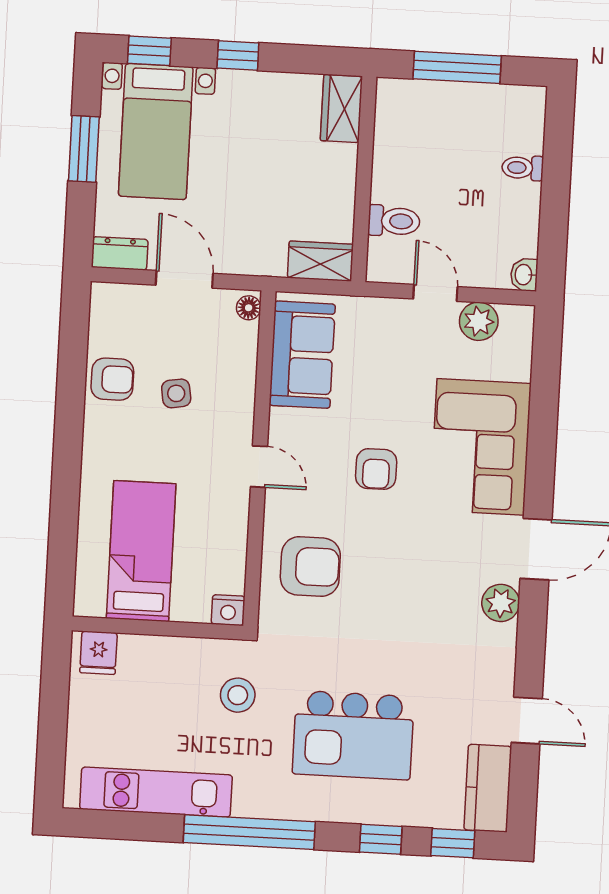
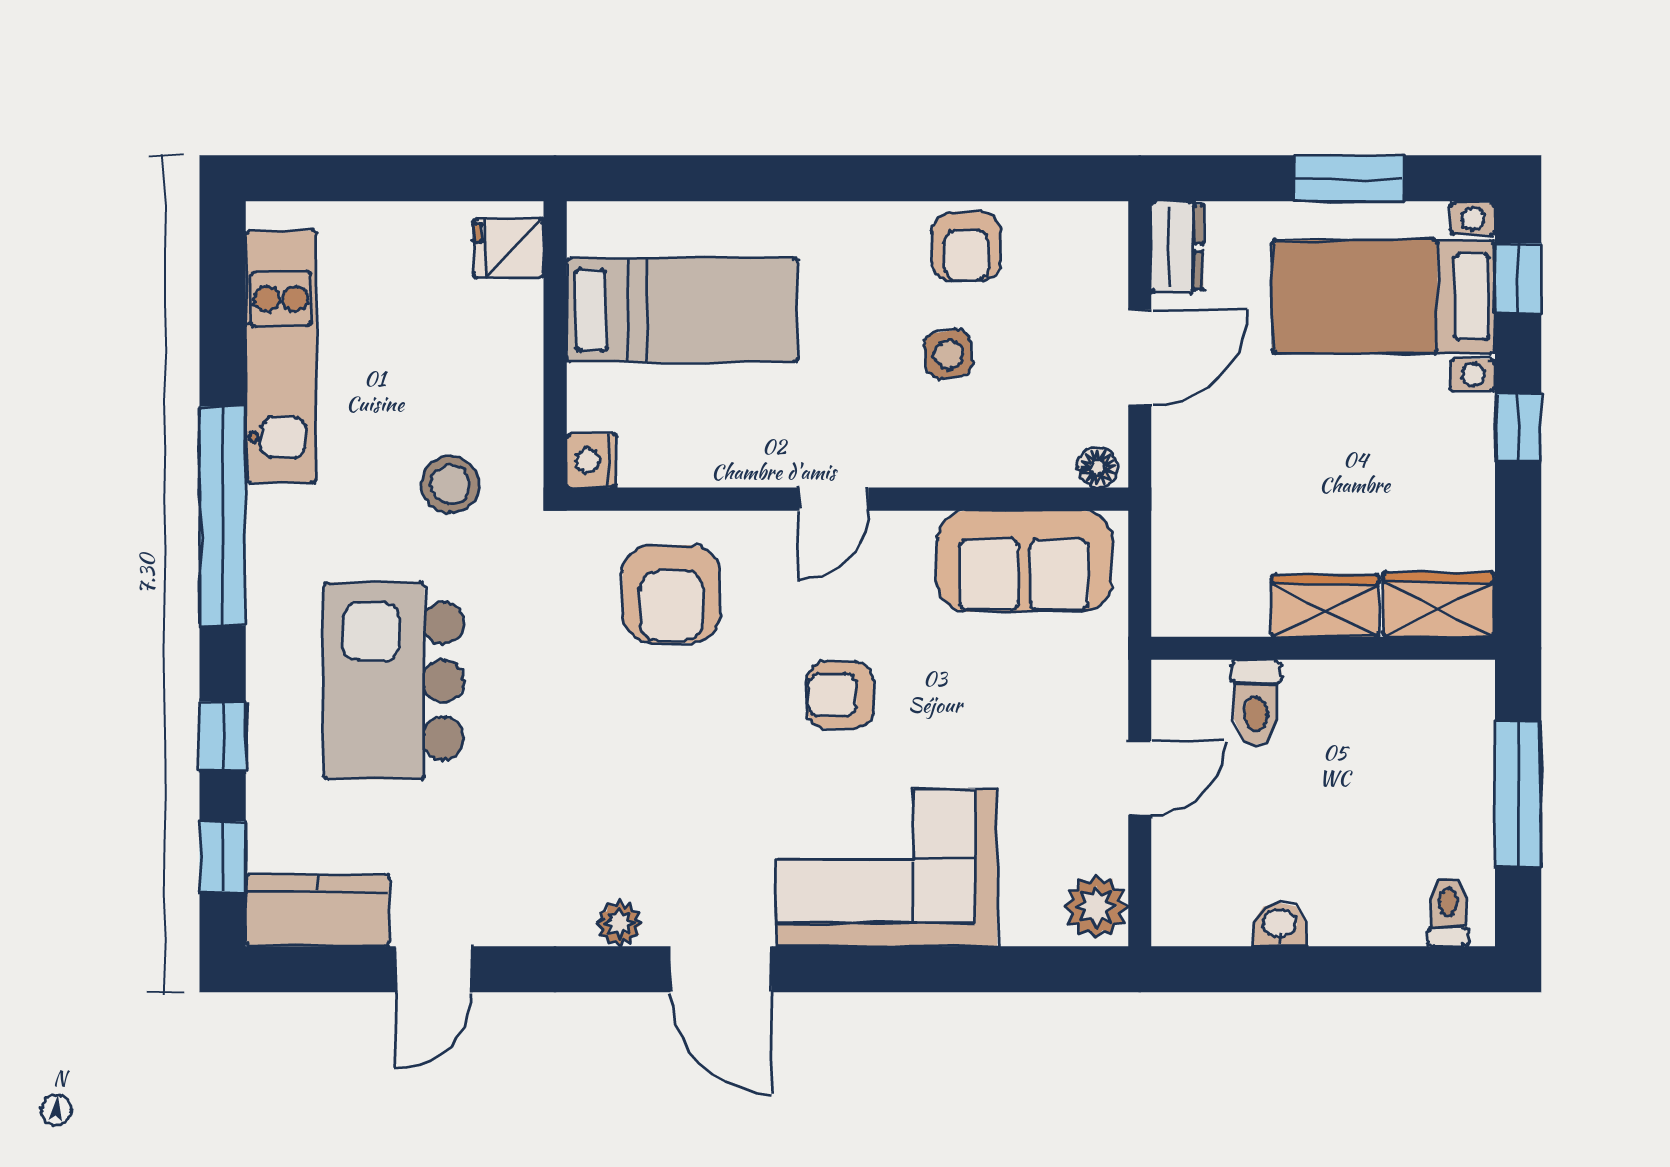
toilet: (523, 168) -> (1448, 912), moved
wardrobe: (320, 261) -> (1325, 606), moved, turned -90
washbasin: (524, 275) -> (1280, 925), moved
plant: (479, 321) -> (1096, 907), moved
plant: (501, 603) -> (619, 924), width x0.73, depth x0.73

